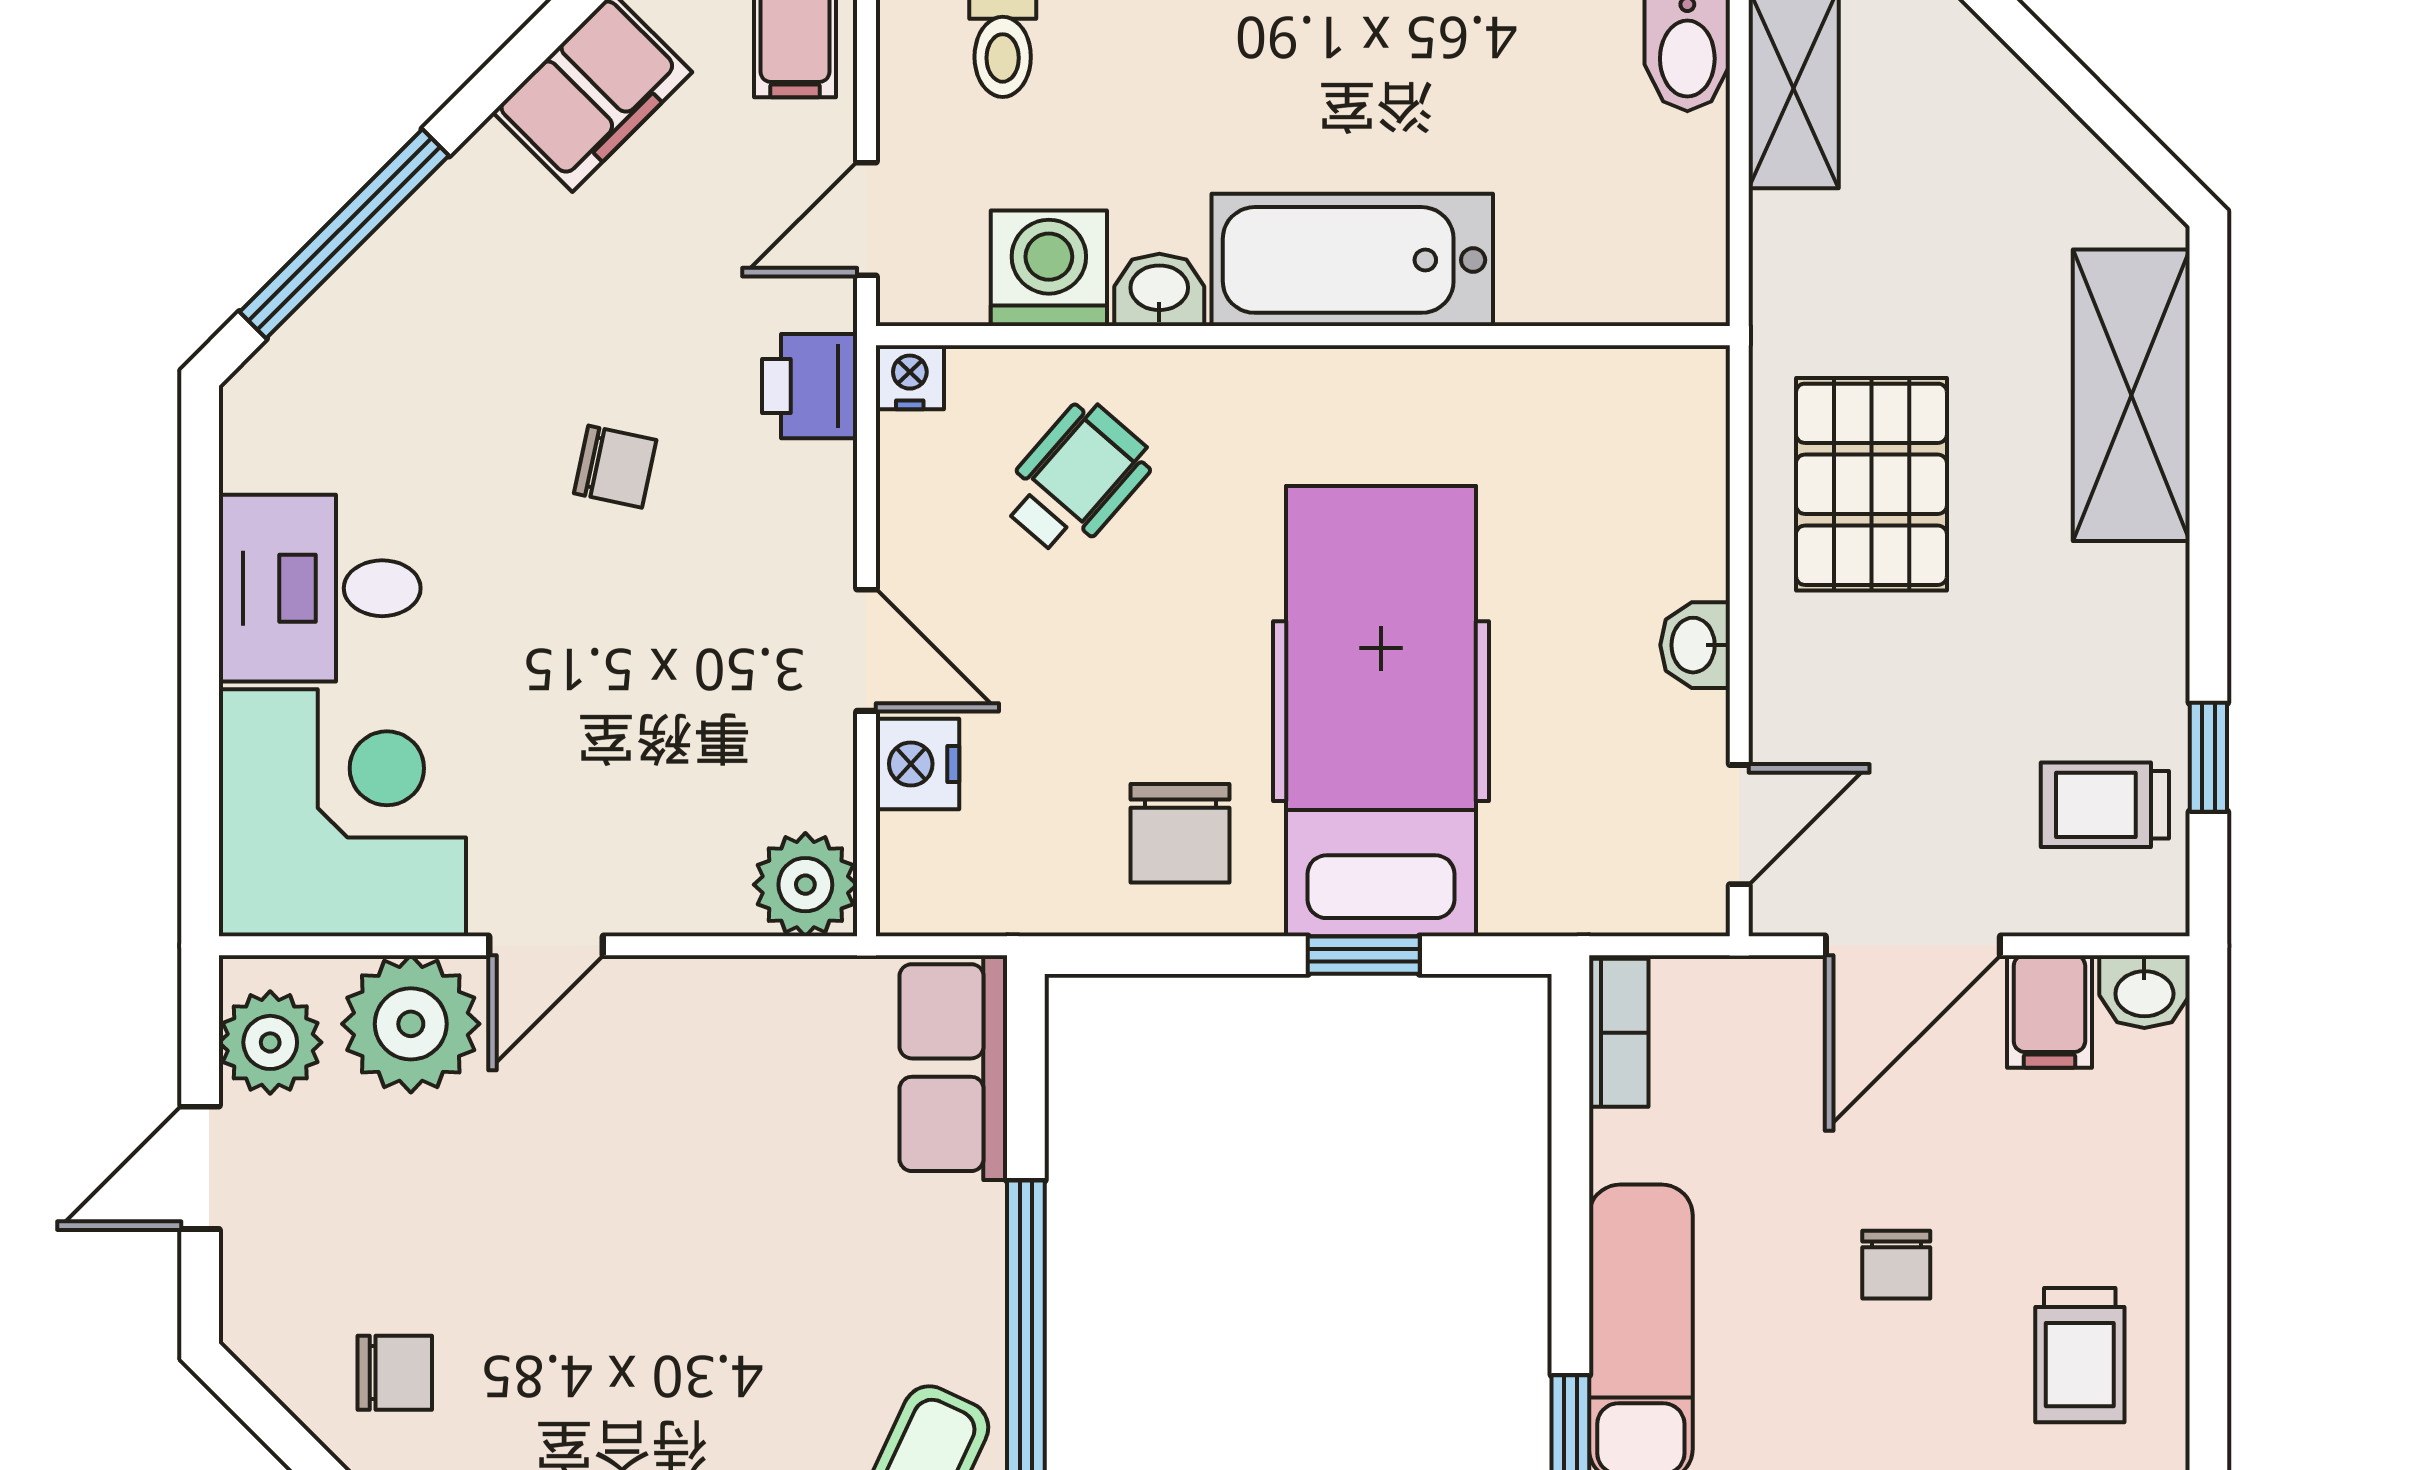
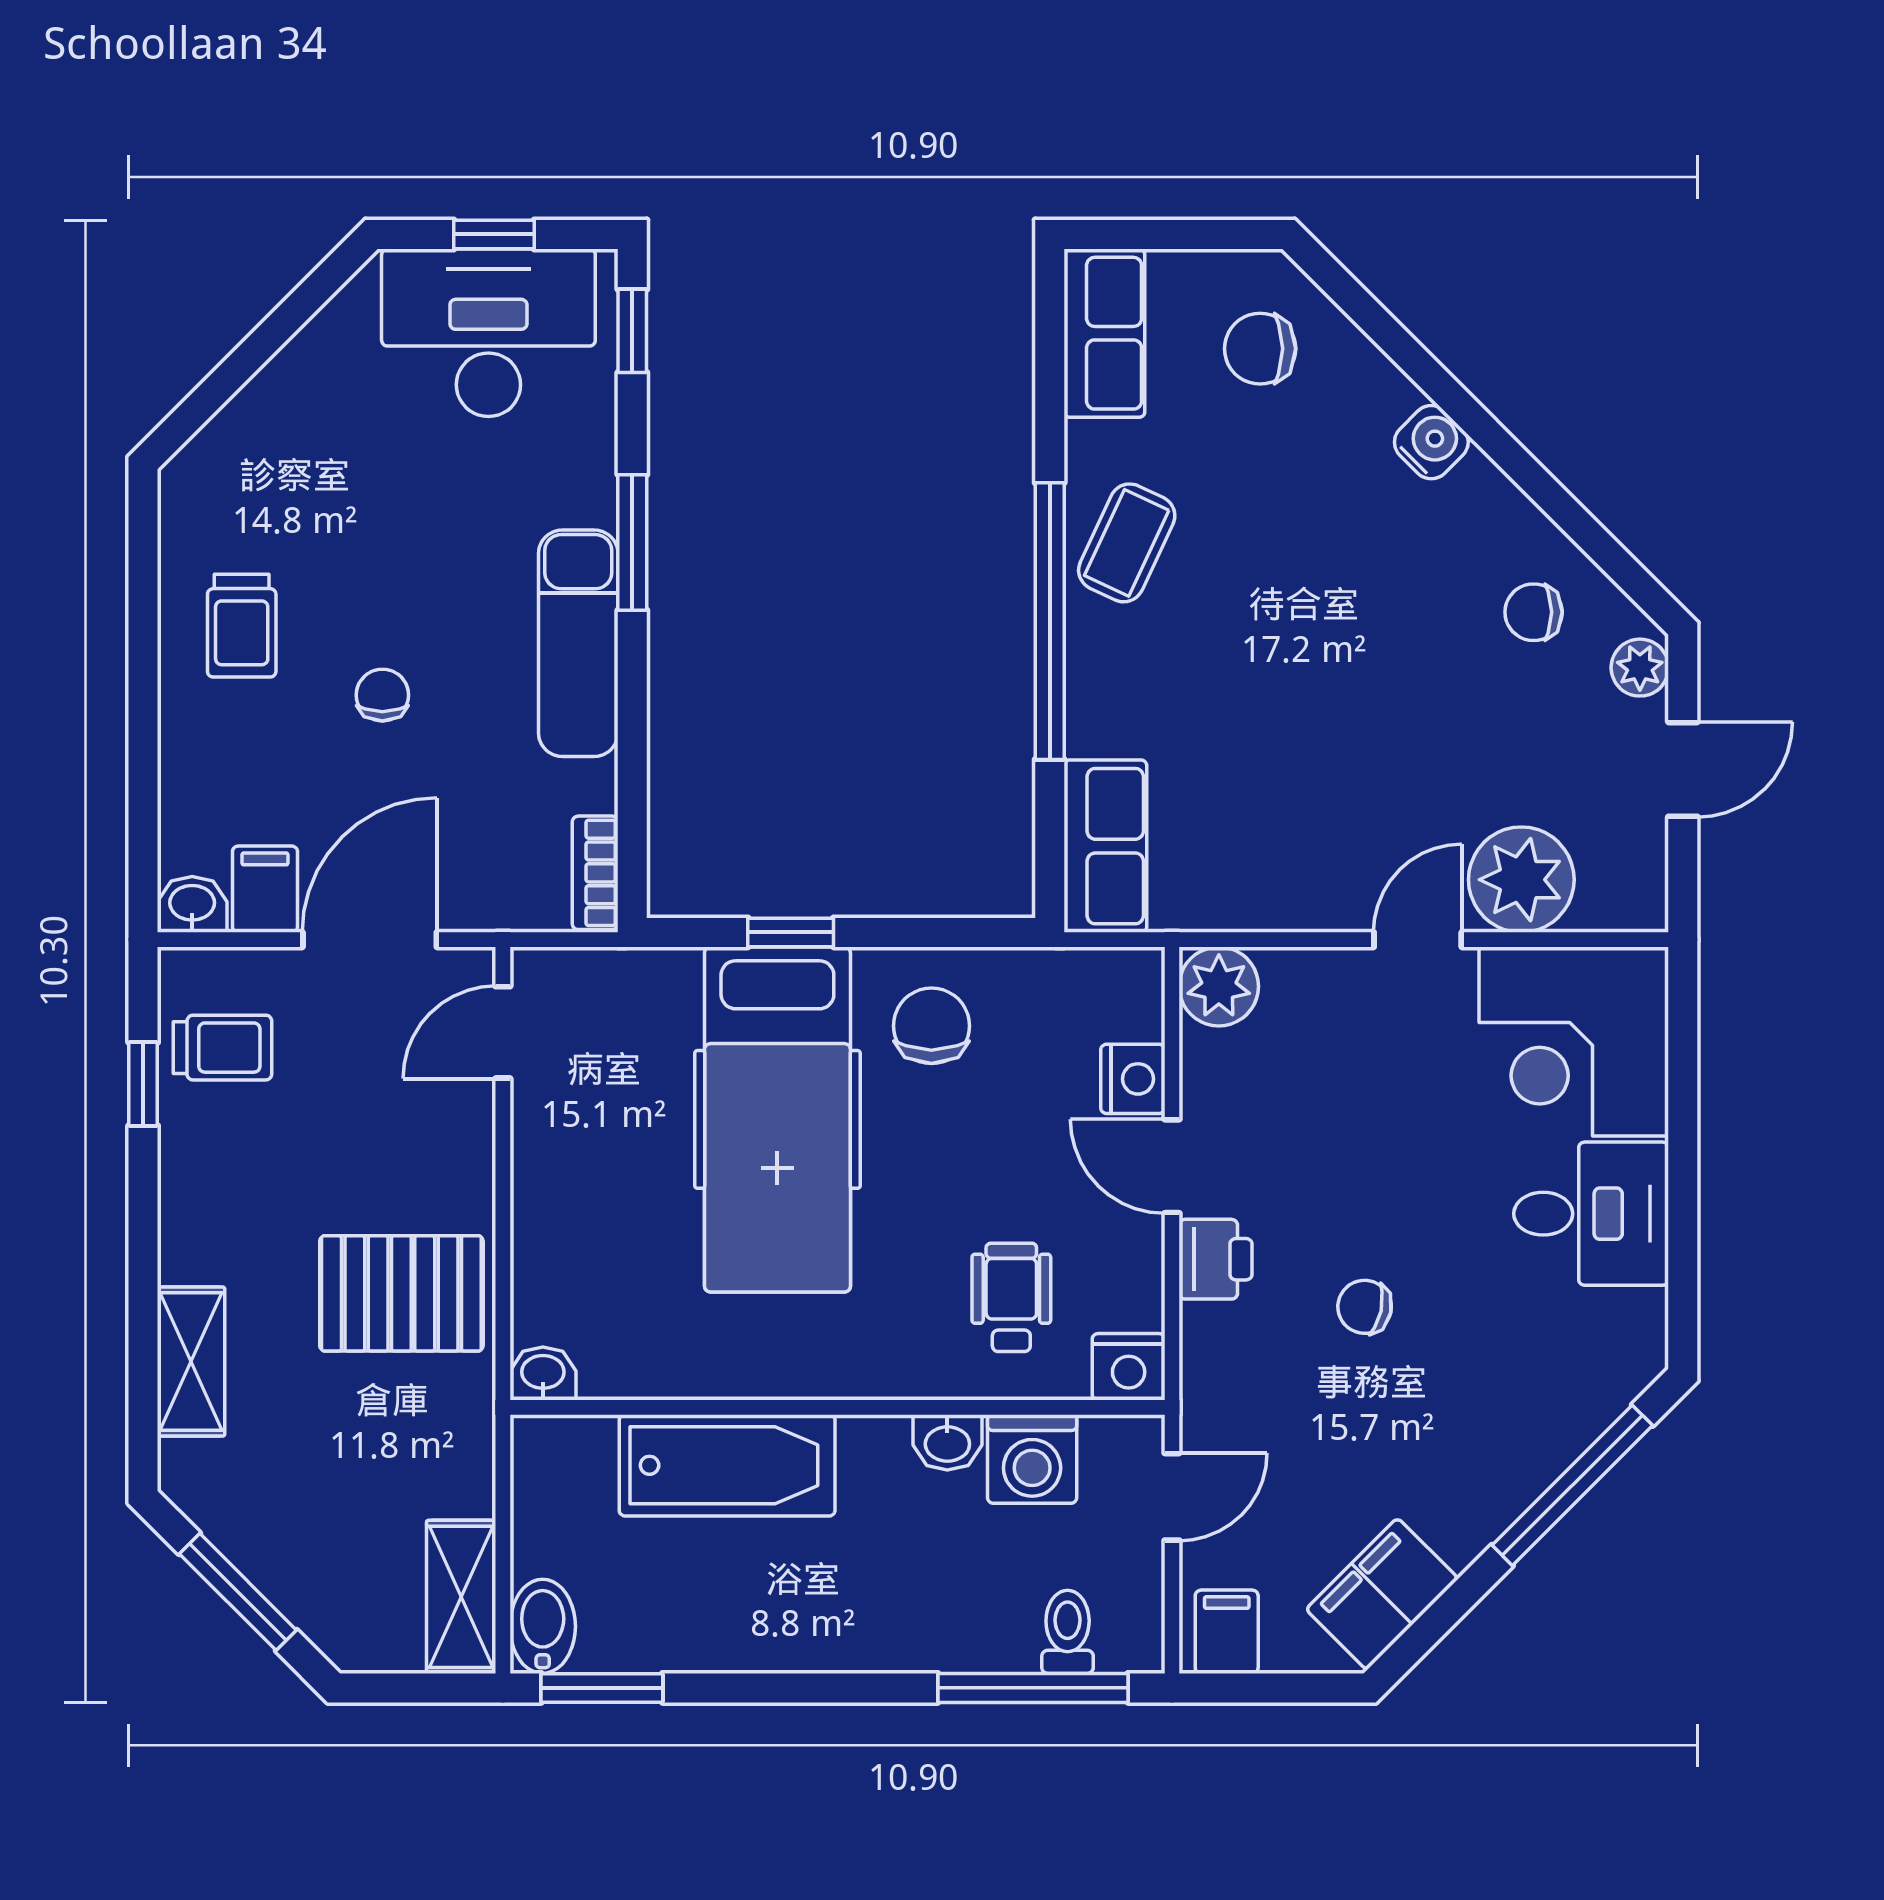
window: (2085, 95) -> (238, 1592), added
bathtub: (1352, 260) -> (727, 1465), moved
nightstand: (910, 377) -> (1129, 1367), width x1.39, depth x1.35
printer: (810, 386) -> (1216, 1259), moved
shelving: (2131, 395) -> (191, 1362), width x0.67, depth x0.75
wheelchair: (1076, 479) -> (1011, 1297), turned 139
pallet: (1871, 484) -> (401, 1293), turned 90
washbasin: (1695, 645) -> (543, 1374), moved, turned -90
plant: (270, 1042) -> (1640, 668), moved, width x0.73, depth x0.73
trolley: (2080, 1355) -> (242, 626), turned 180

